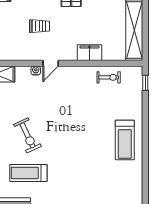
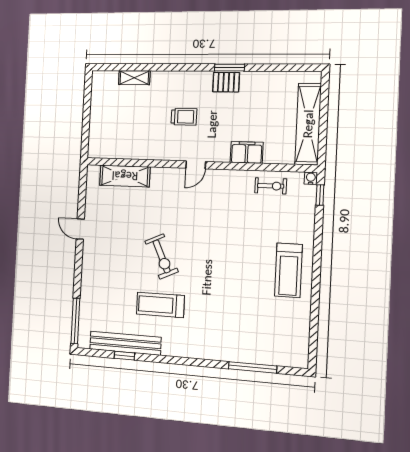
water cooler: (36, 70) -> (311, 178), moved

